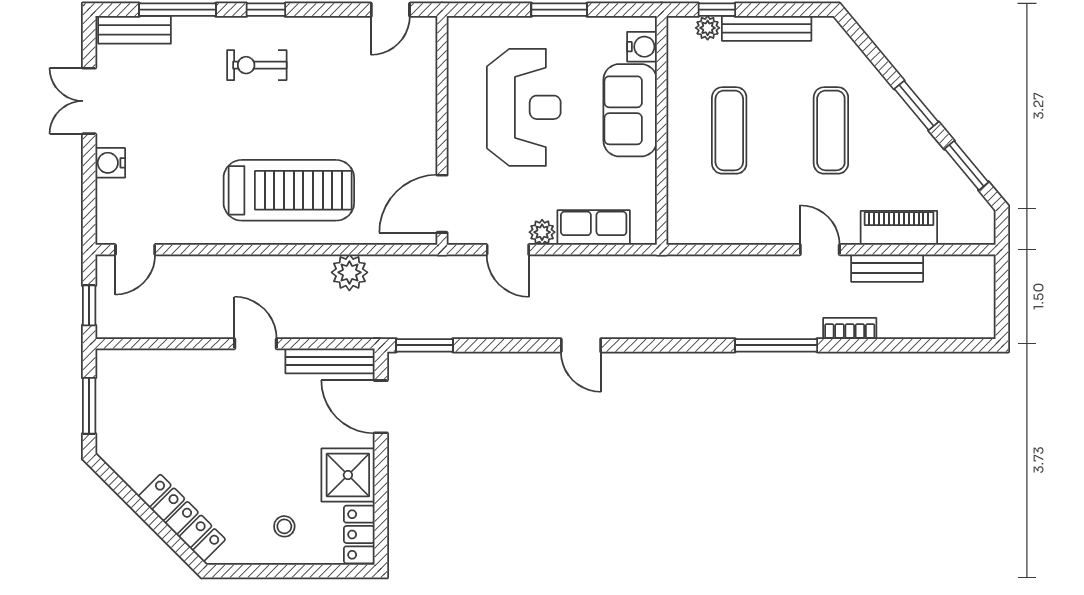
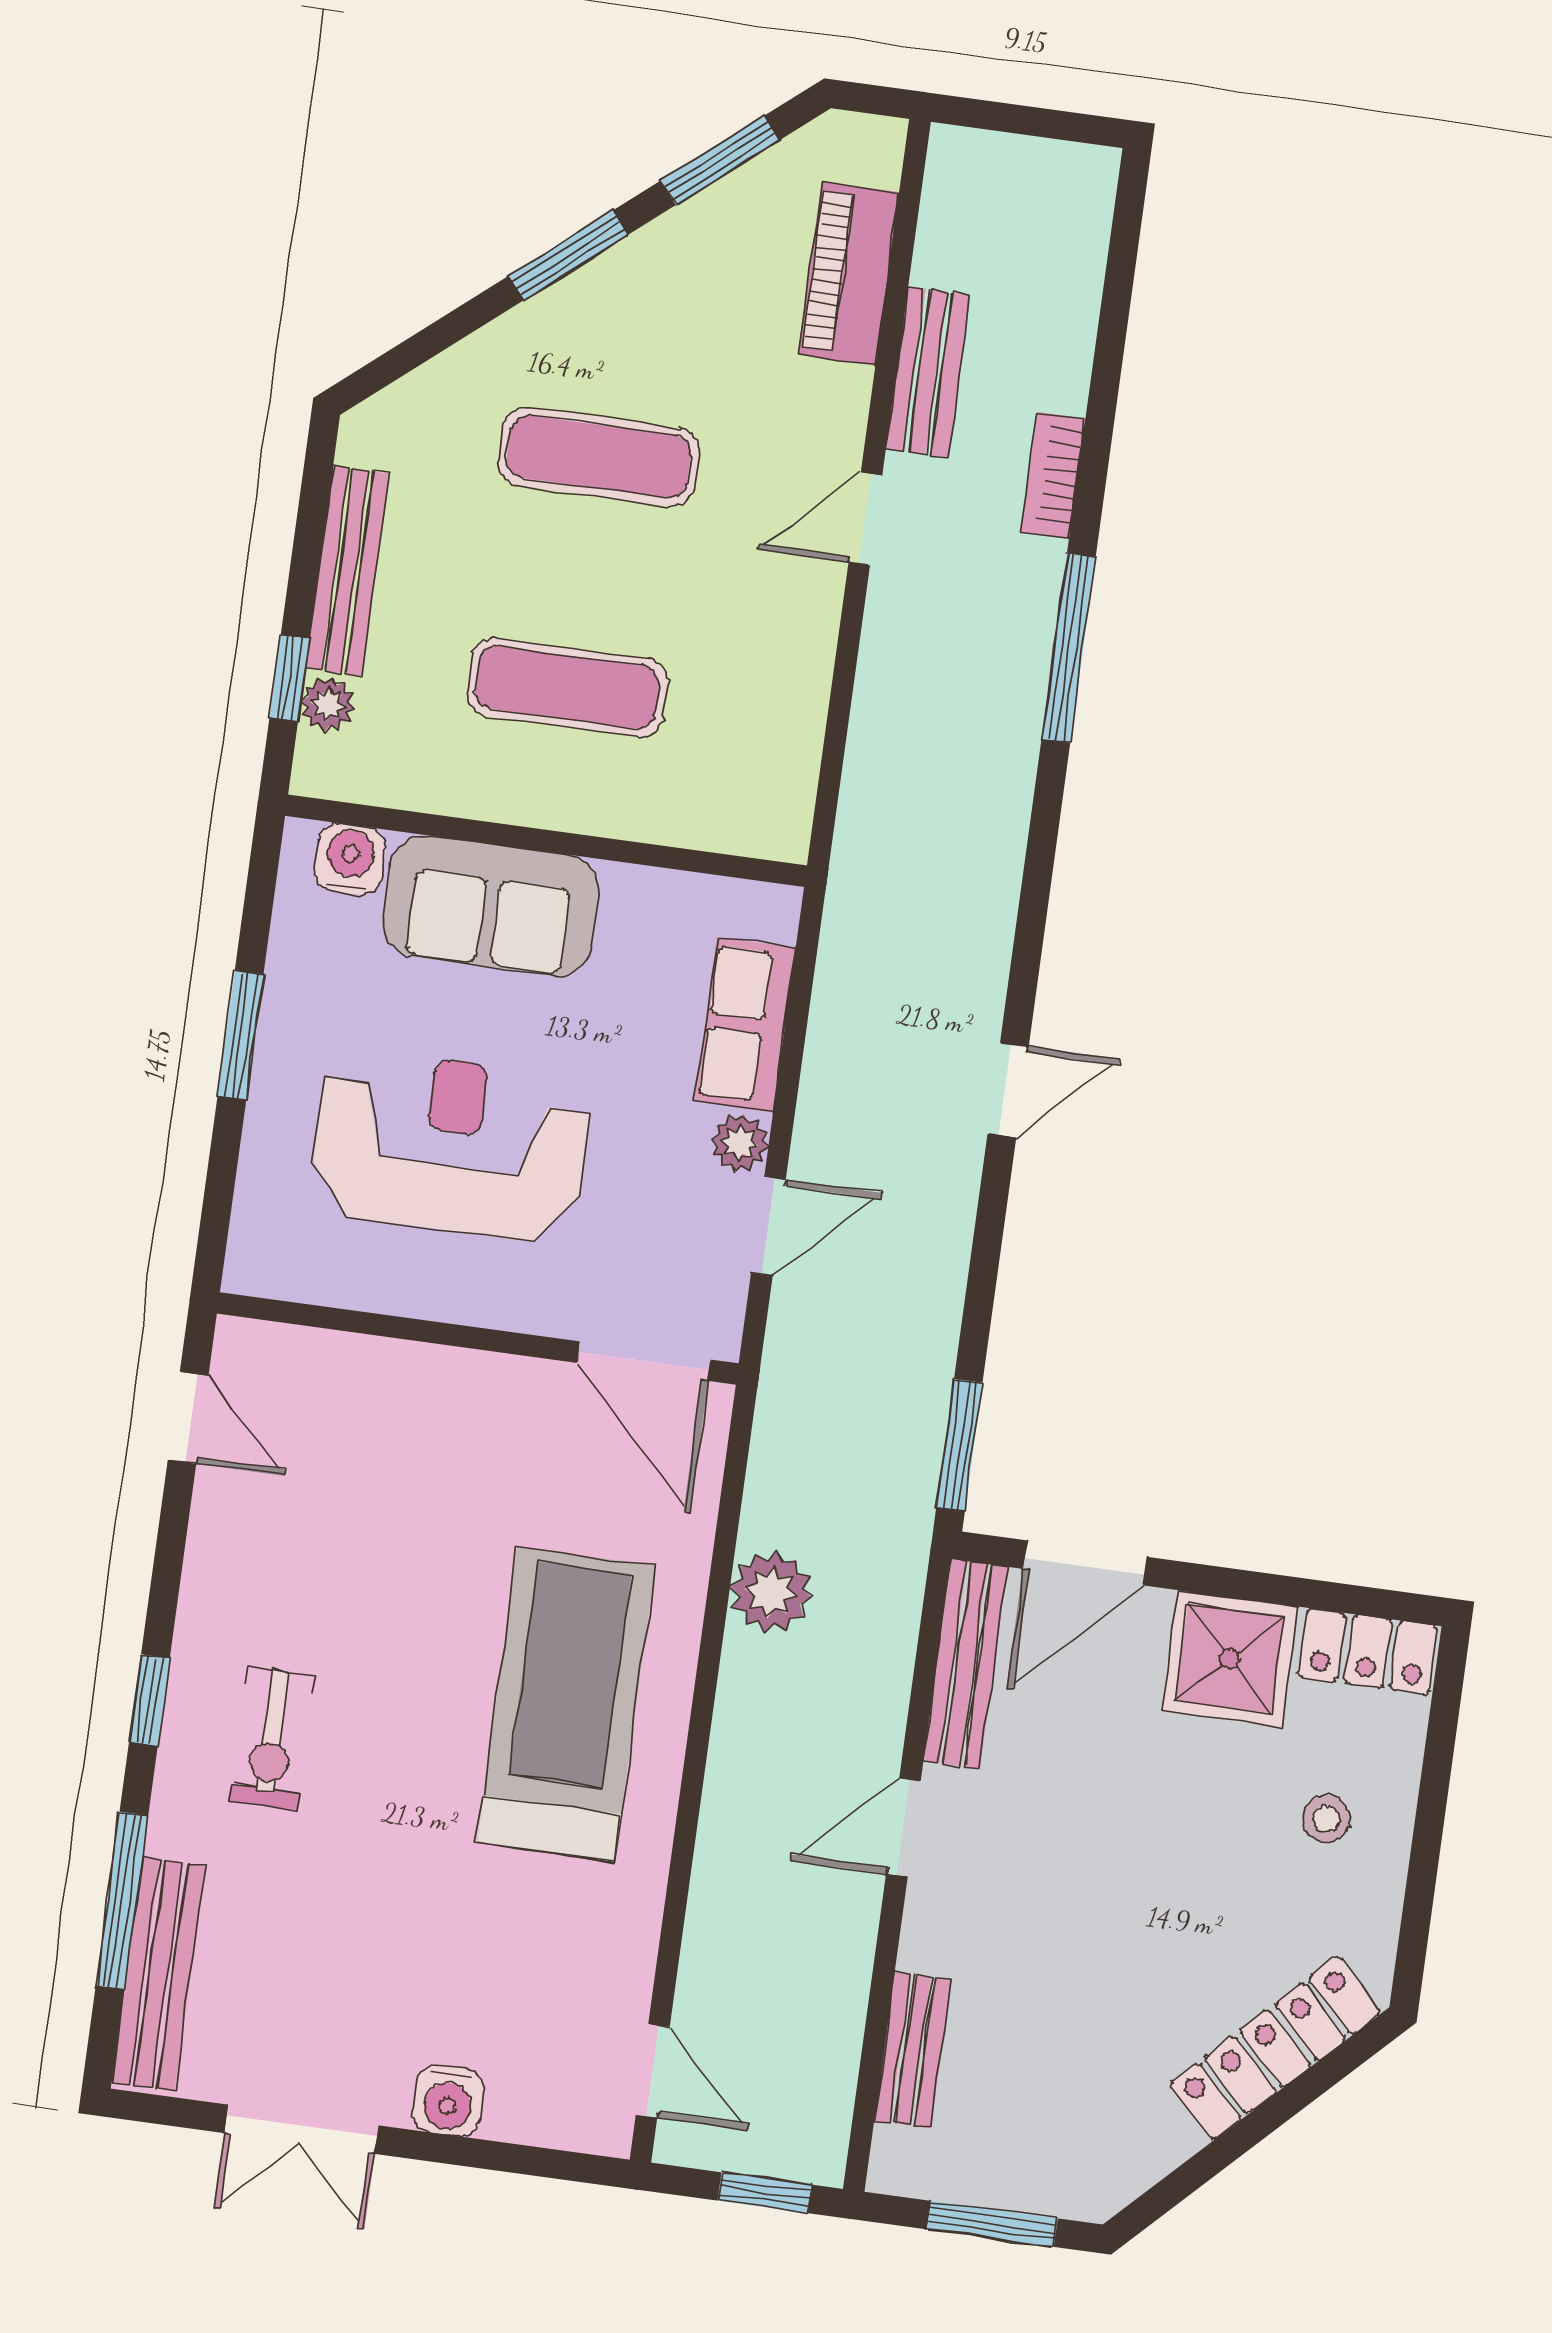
bench: (135, 30) -> (158, 1974), width x1.36
piano: (899, 228) -> (849, 274), moved
bench: (160, 361) -> (913, 2050), added

